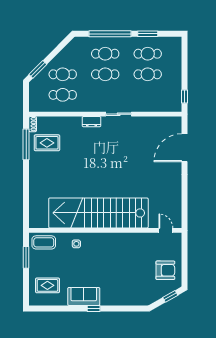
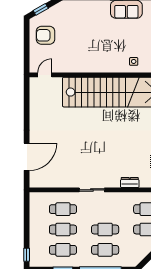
cafe table: (148, 95) -> (63, 209), added
window: (184, 97) -> (27, 255), moved
dresser: (92, 122) -> (130, 183), moved
door: (166, 230) -> (45, 75), swing flipped

